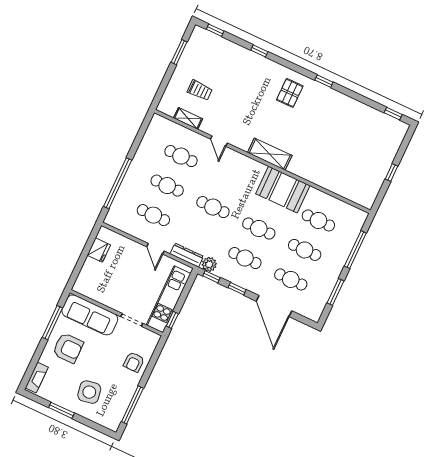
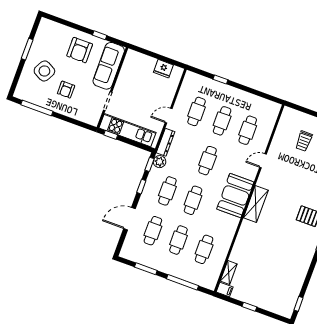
shelving: (188, 118) -> (229, 273), moved
window: (118, 183) -> (220, 79), width x0.32
booth: (283, 190) -> (235, 195), moved
filing cabinet: (368, 200) -> (225, 290), added
door: (274, 306) -> (130, 219), width x0.73
window: (52, 323) -> (100, 35), width x0.46
armchair: (134, 362) -> (66, 90), moved, turned -90
fireplace: (37, 378) -> (53, 26), removed
side table: (89, 392) -> (44, 71), turned 38

